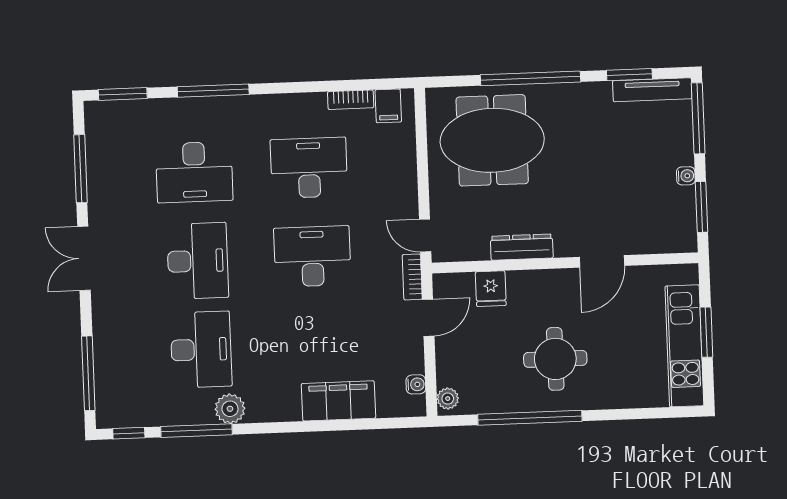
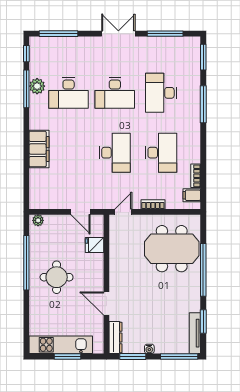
meeting table: (492, 140) -> (172, 249), turned 90
dresser: (522, 247) -> (115, 337), moved
bookcase: (412, 277) -> (153, 204), moved
water cooler: (416, 384) -> (46, 204), removed
filing cabinet: (338, 401) -> (39, 149), moved
plant: (230, 409) -> (37, 86), moved

